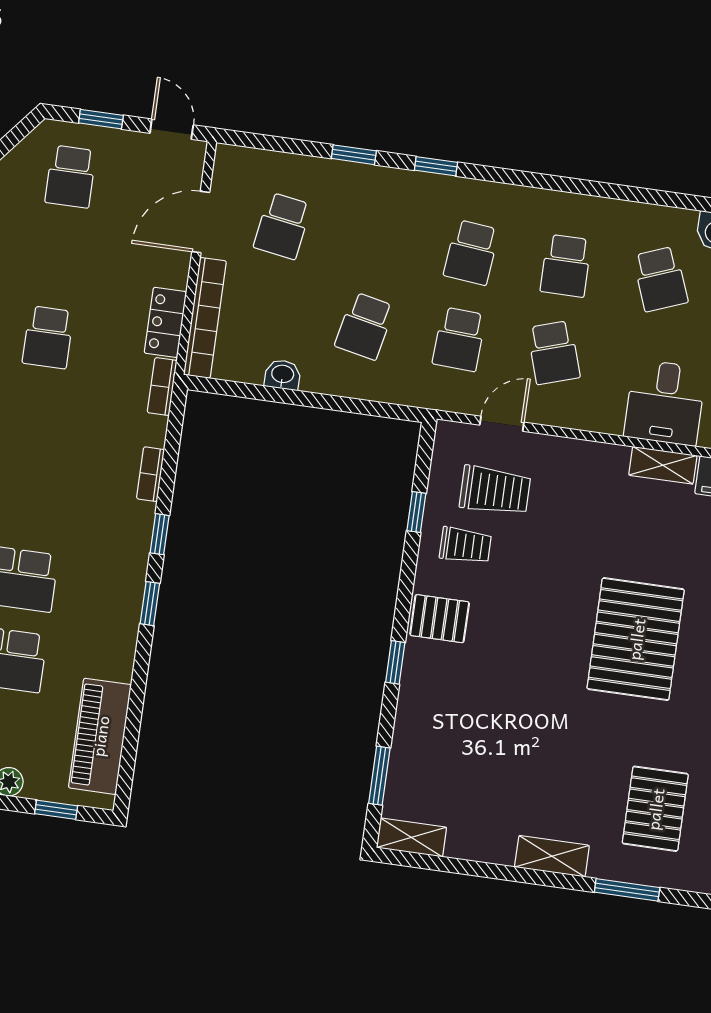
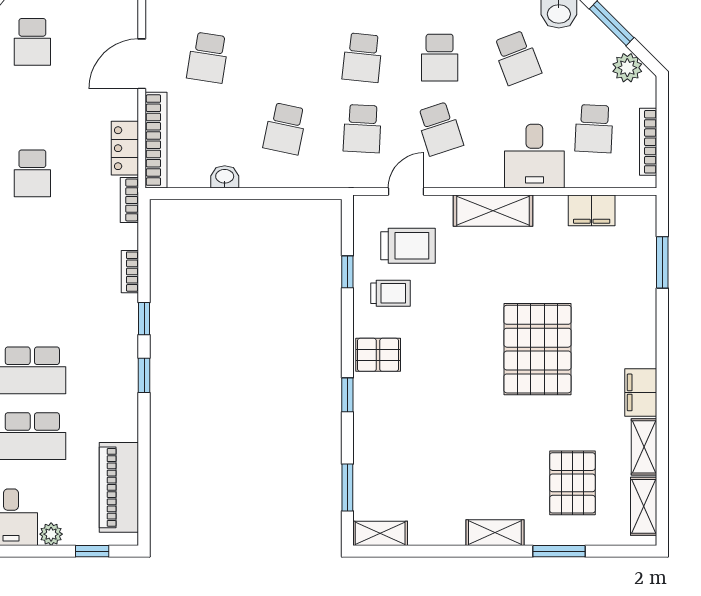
shelving: (663, 465) -> (493, 211), moved, width x1.50, depth x1.33

